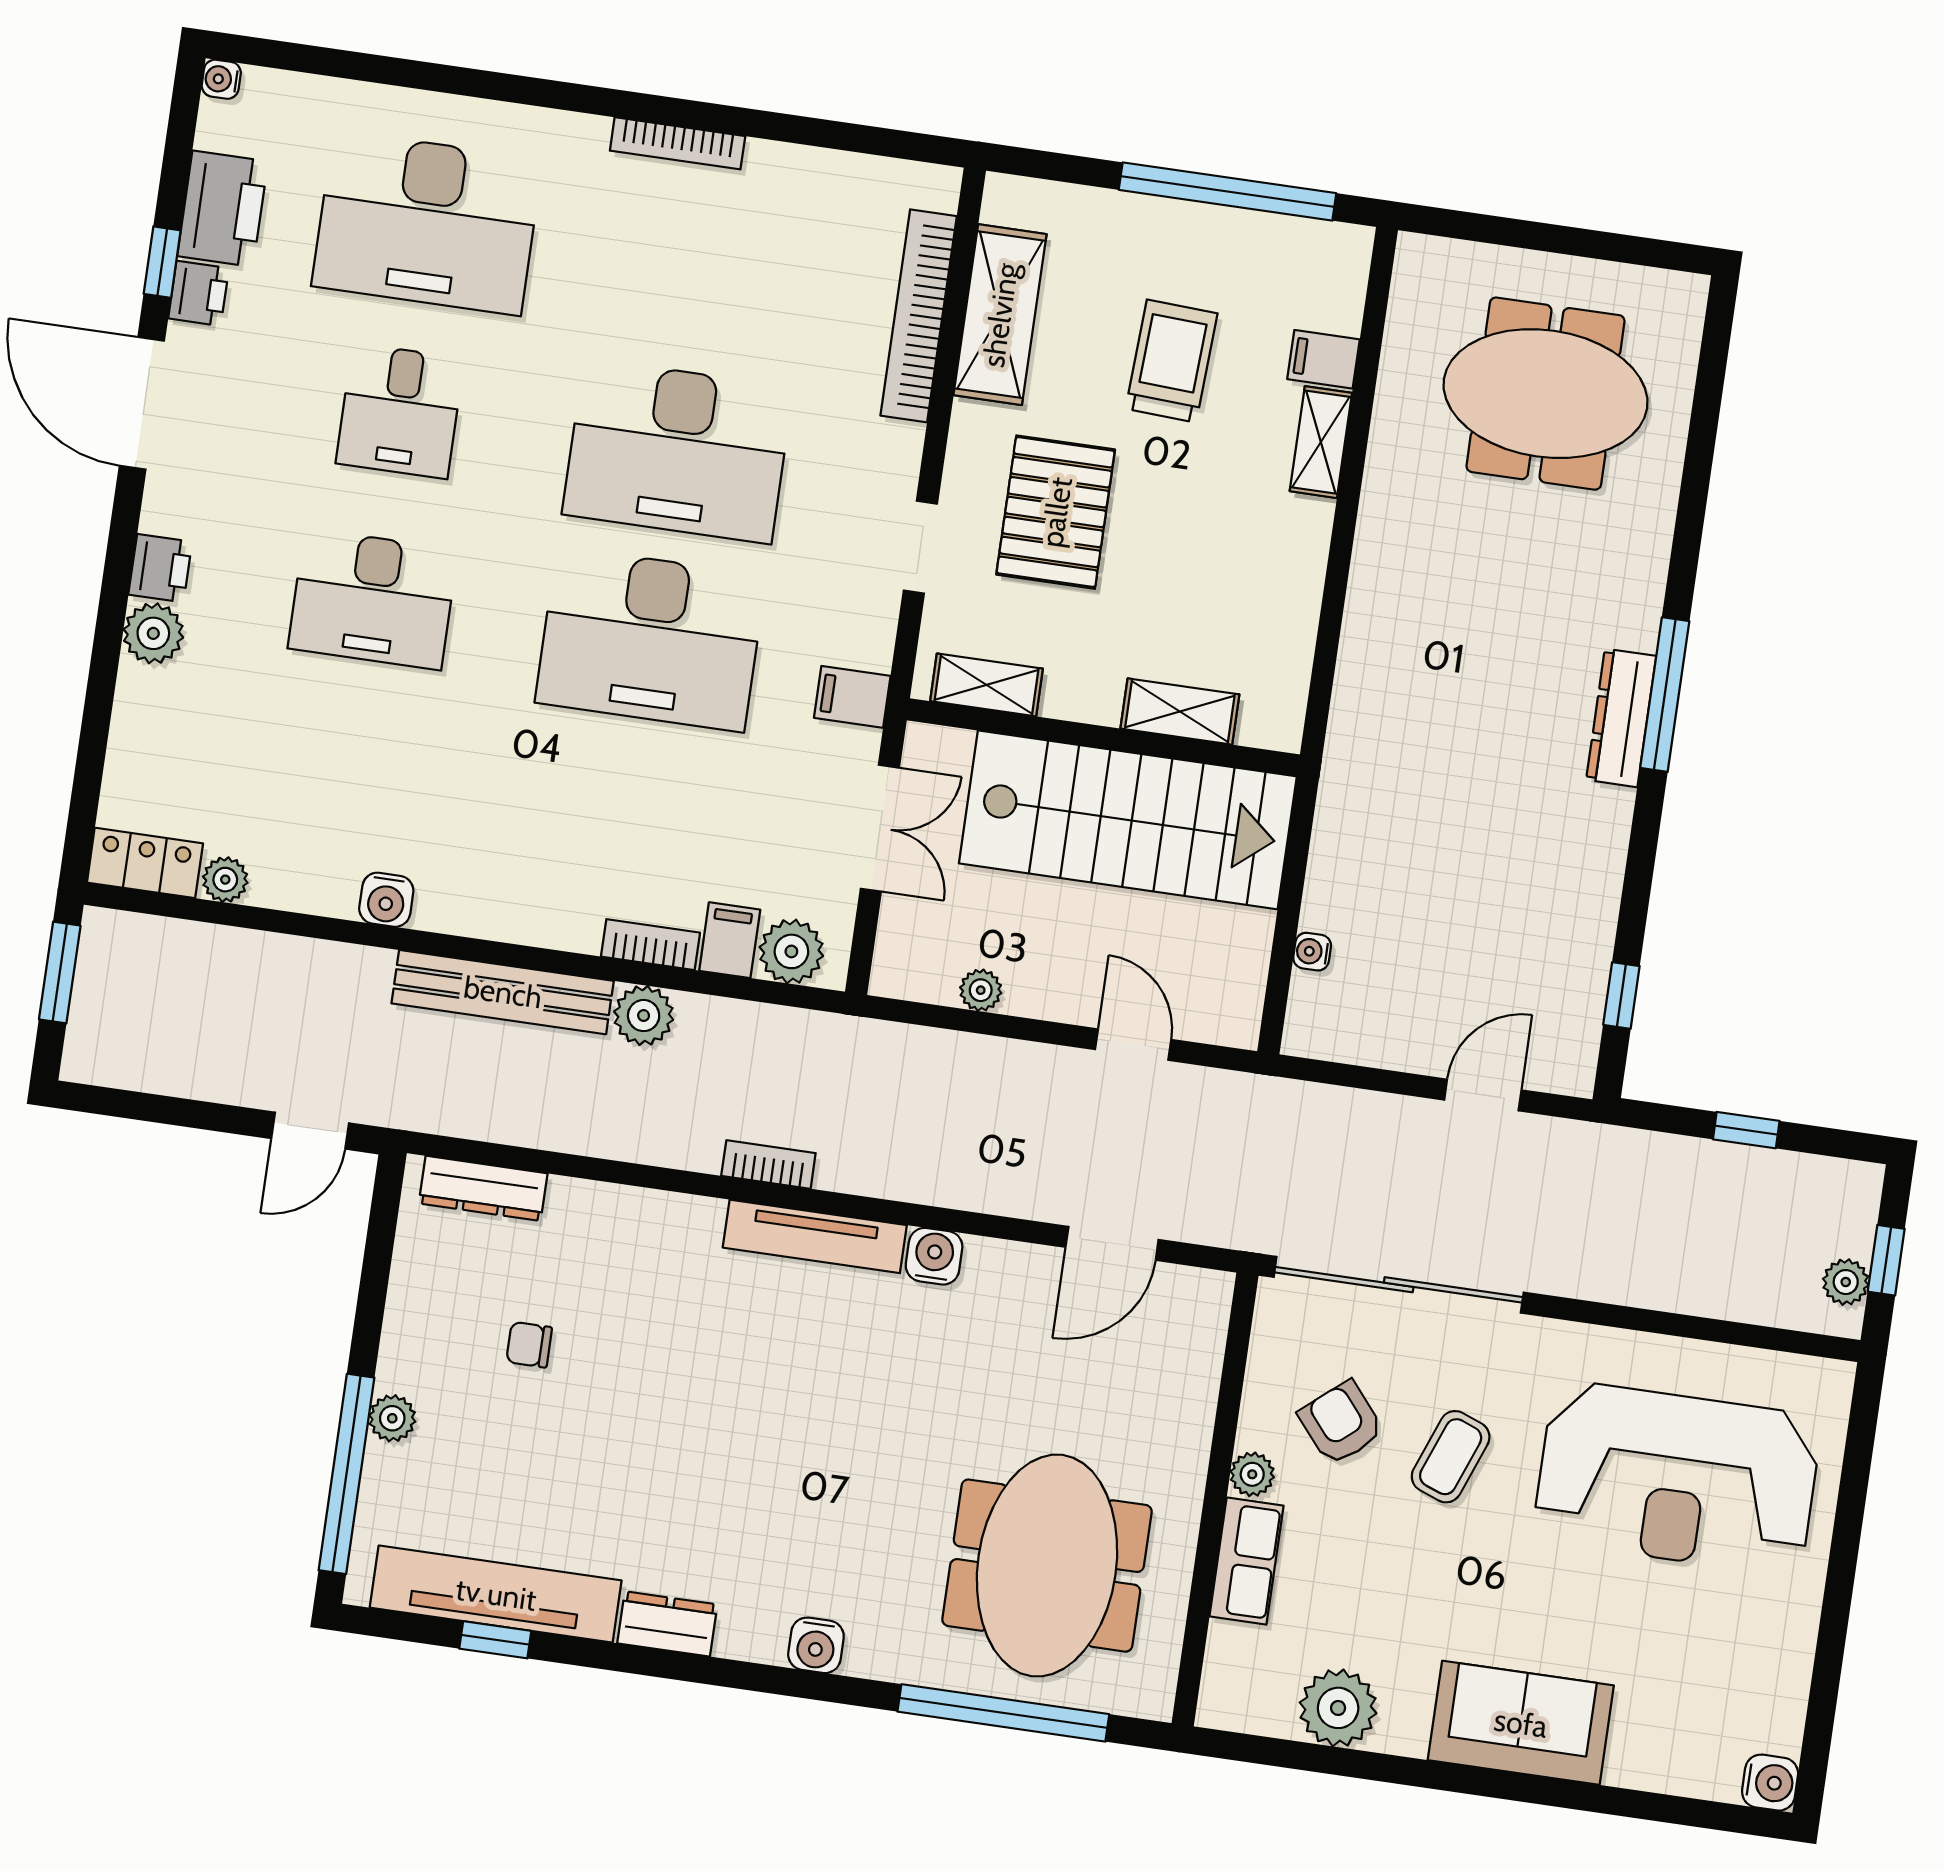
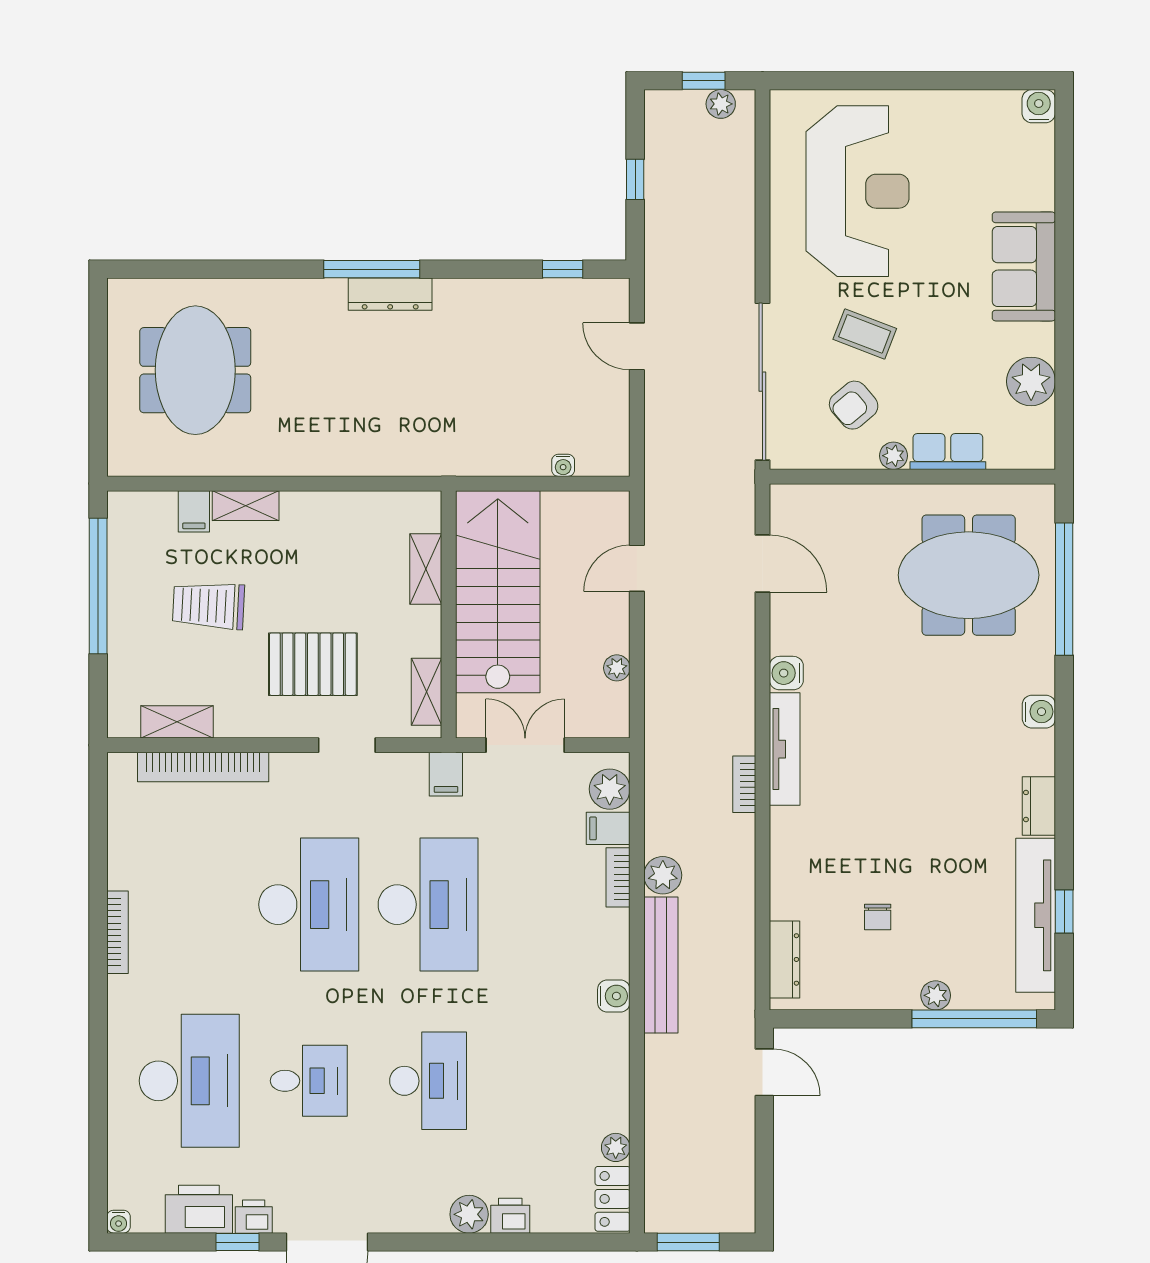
shelving: (1000, 315) -> (177, 722), width x0.67, depth x0.75
printer: (160, 568) -> (510, 1216), moved
water cooler: (386, 900) -> (614, 996), moved

